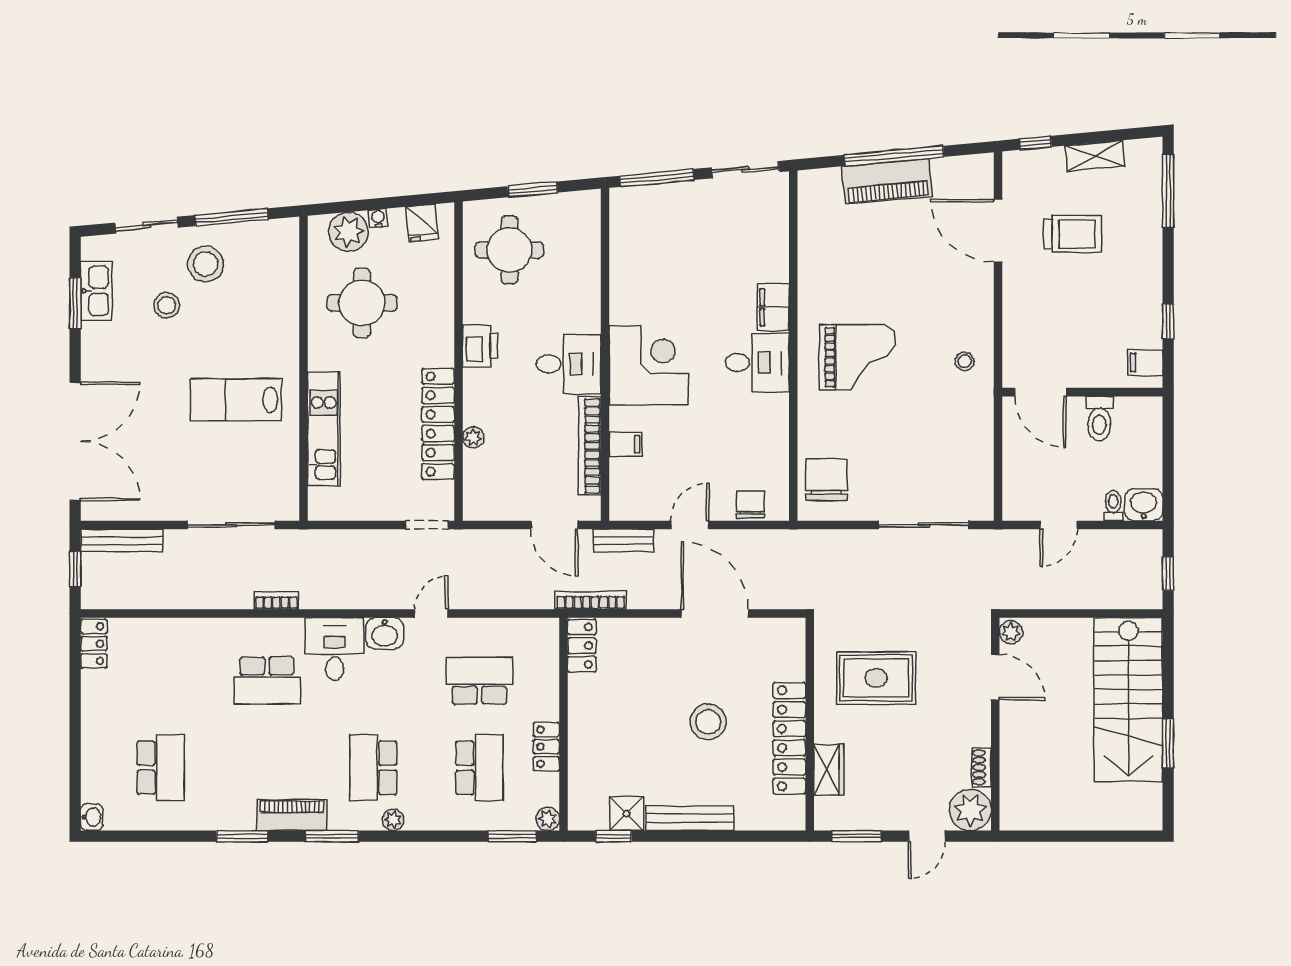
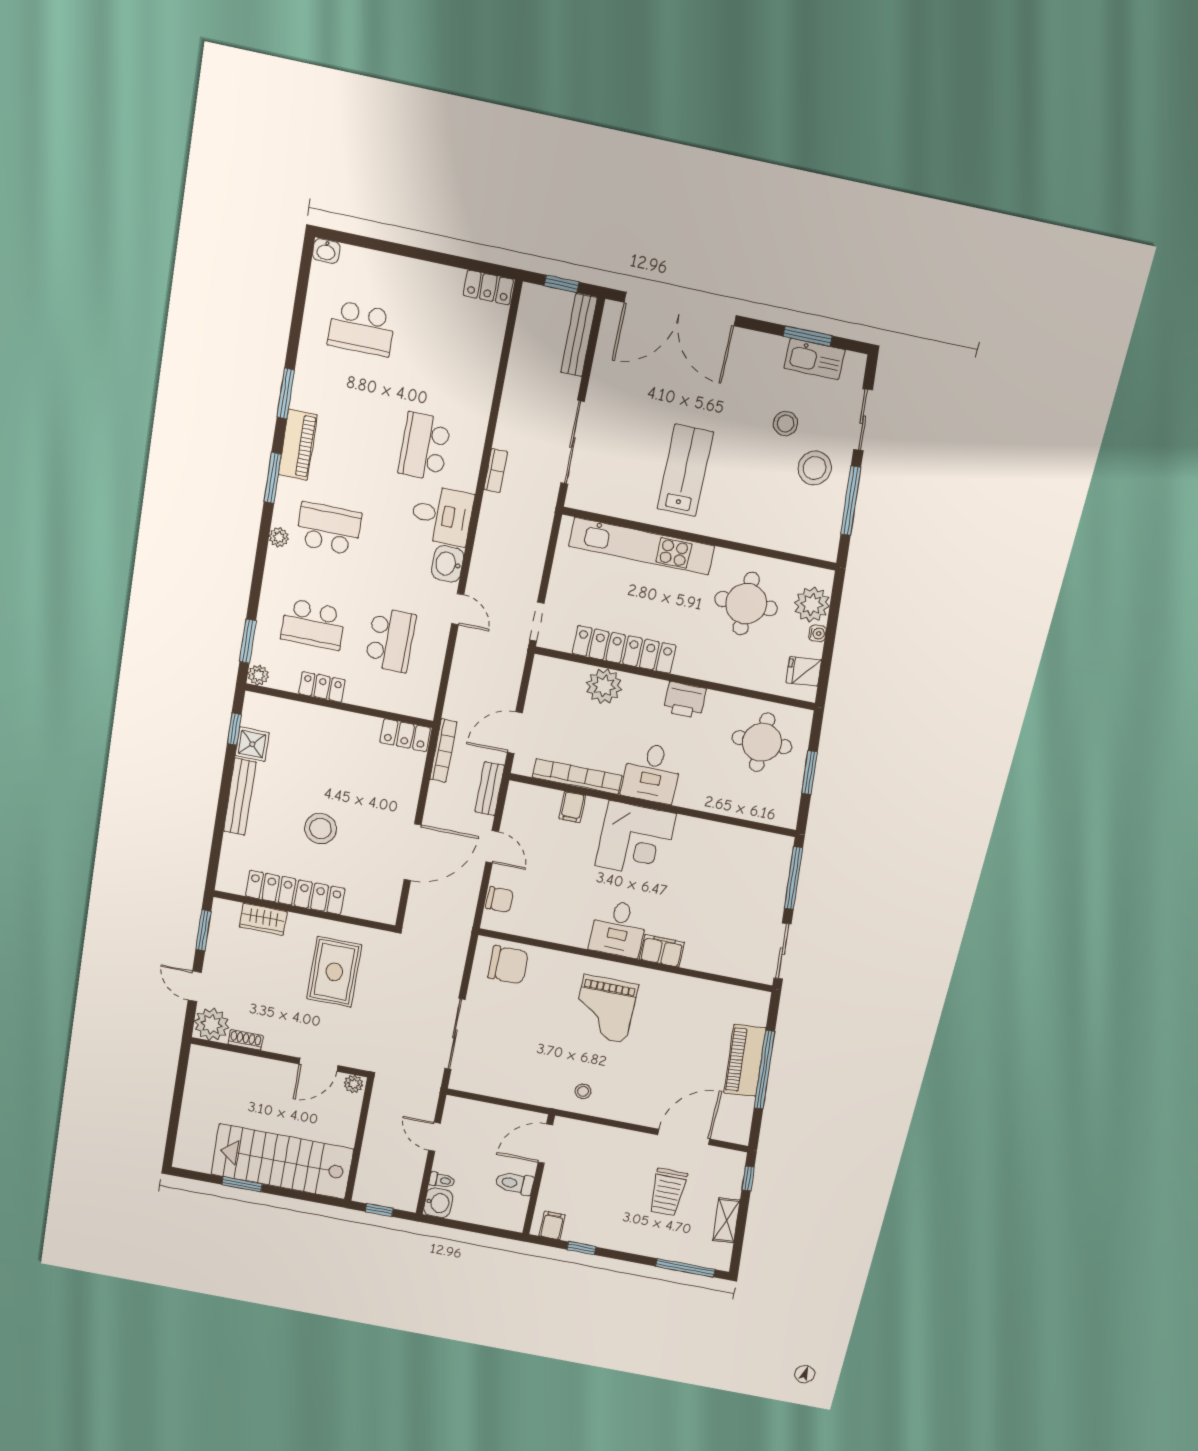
kitchen unit: (324, 429) -> (642, 546), width x1.36
plant: (473, 437) -> (604, 686), width x1.87, depth x1.87

